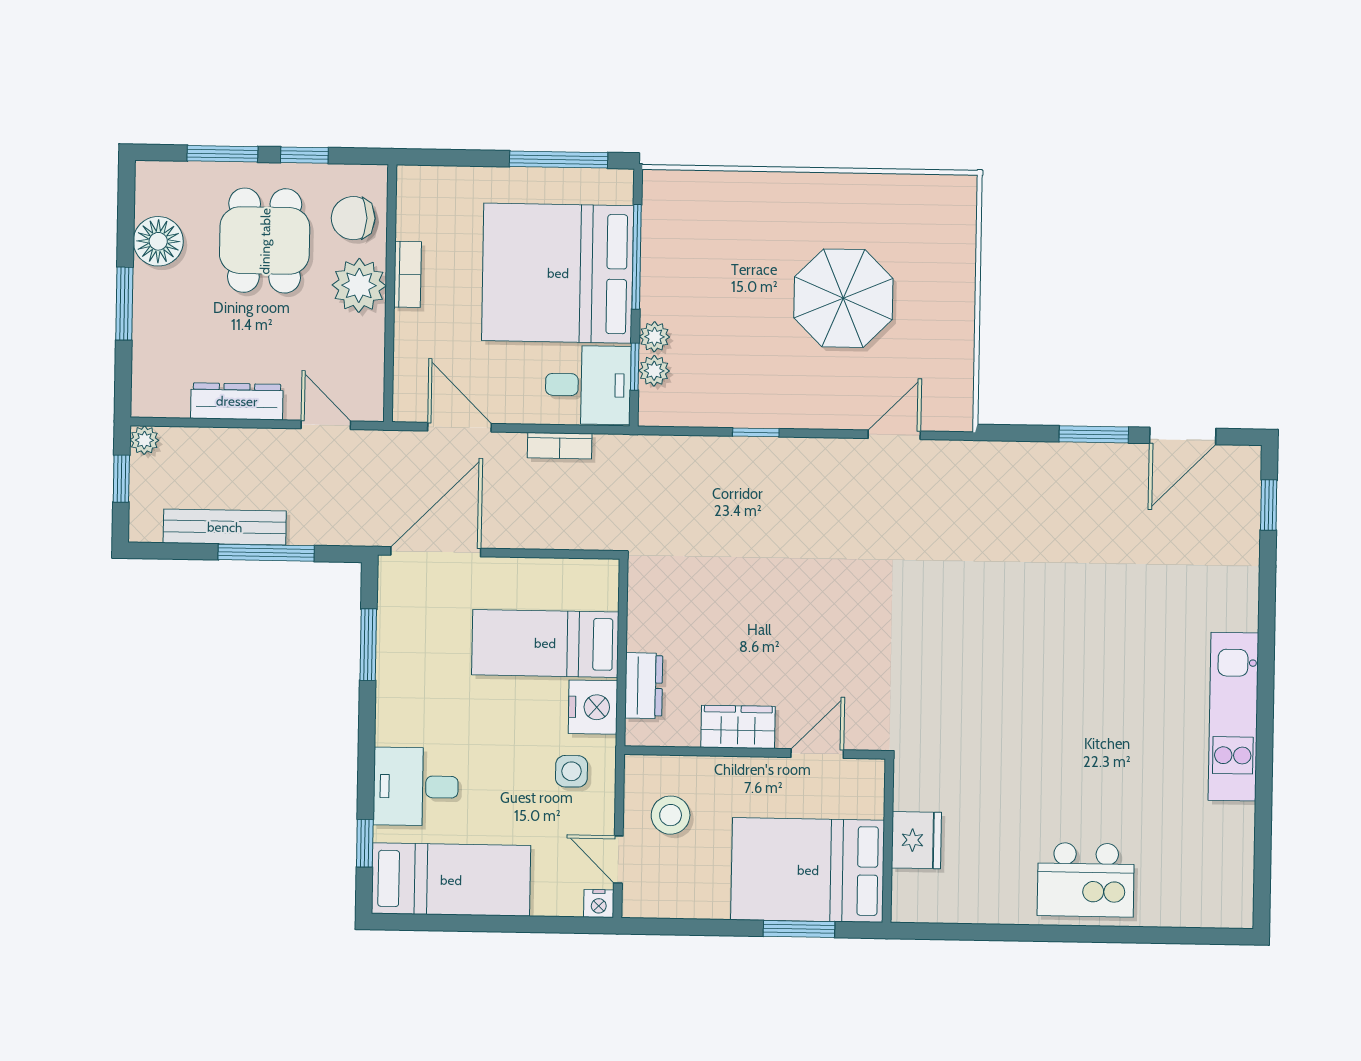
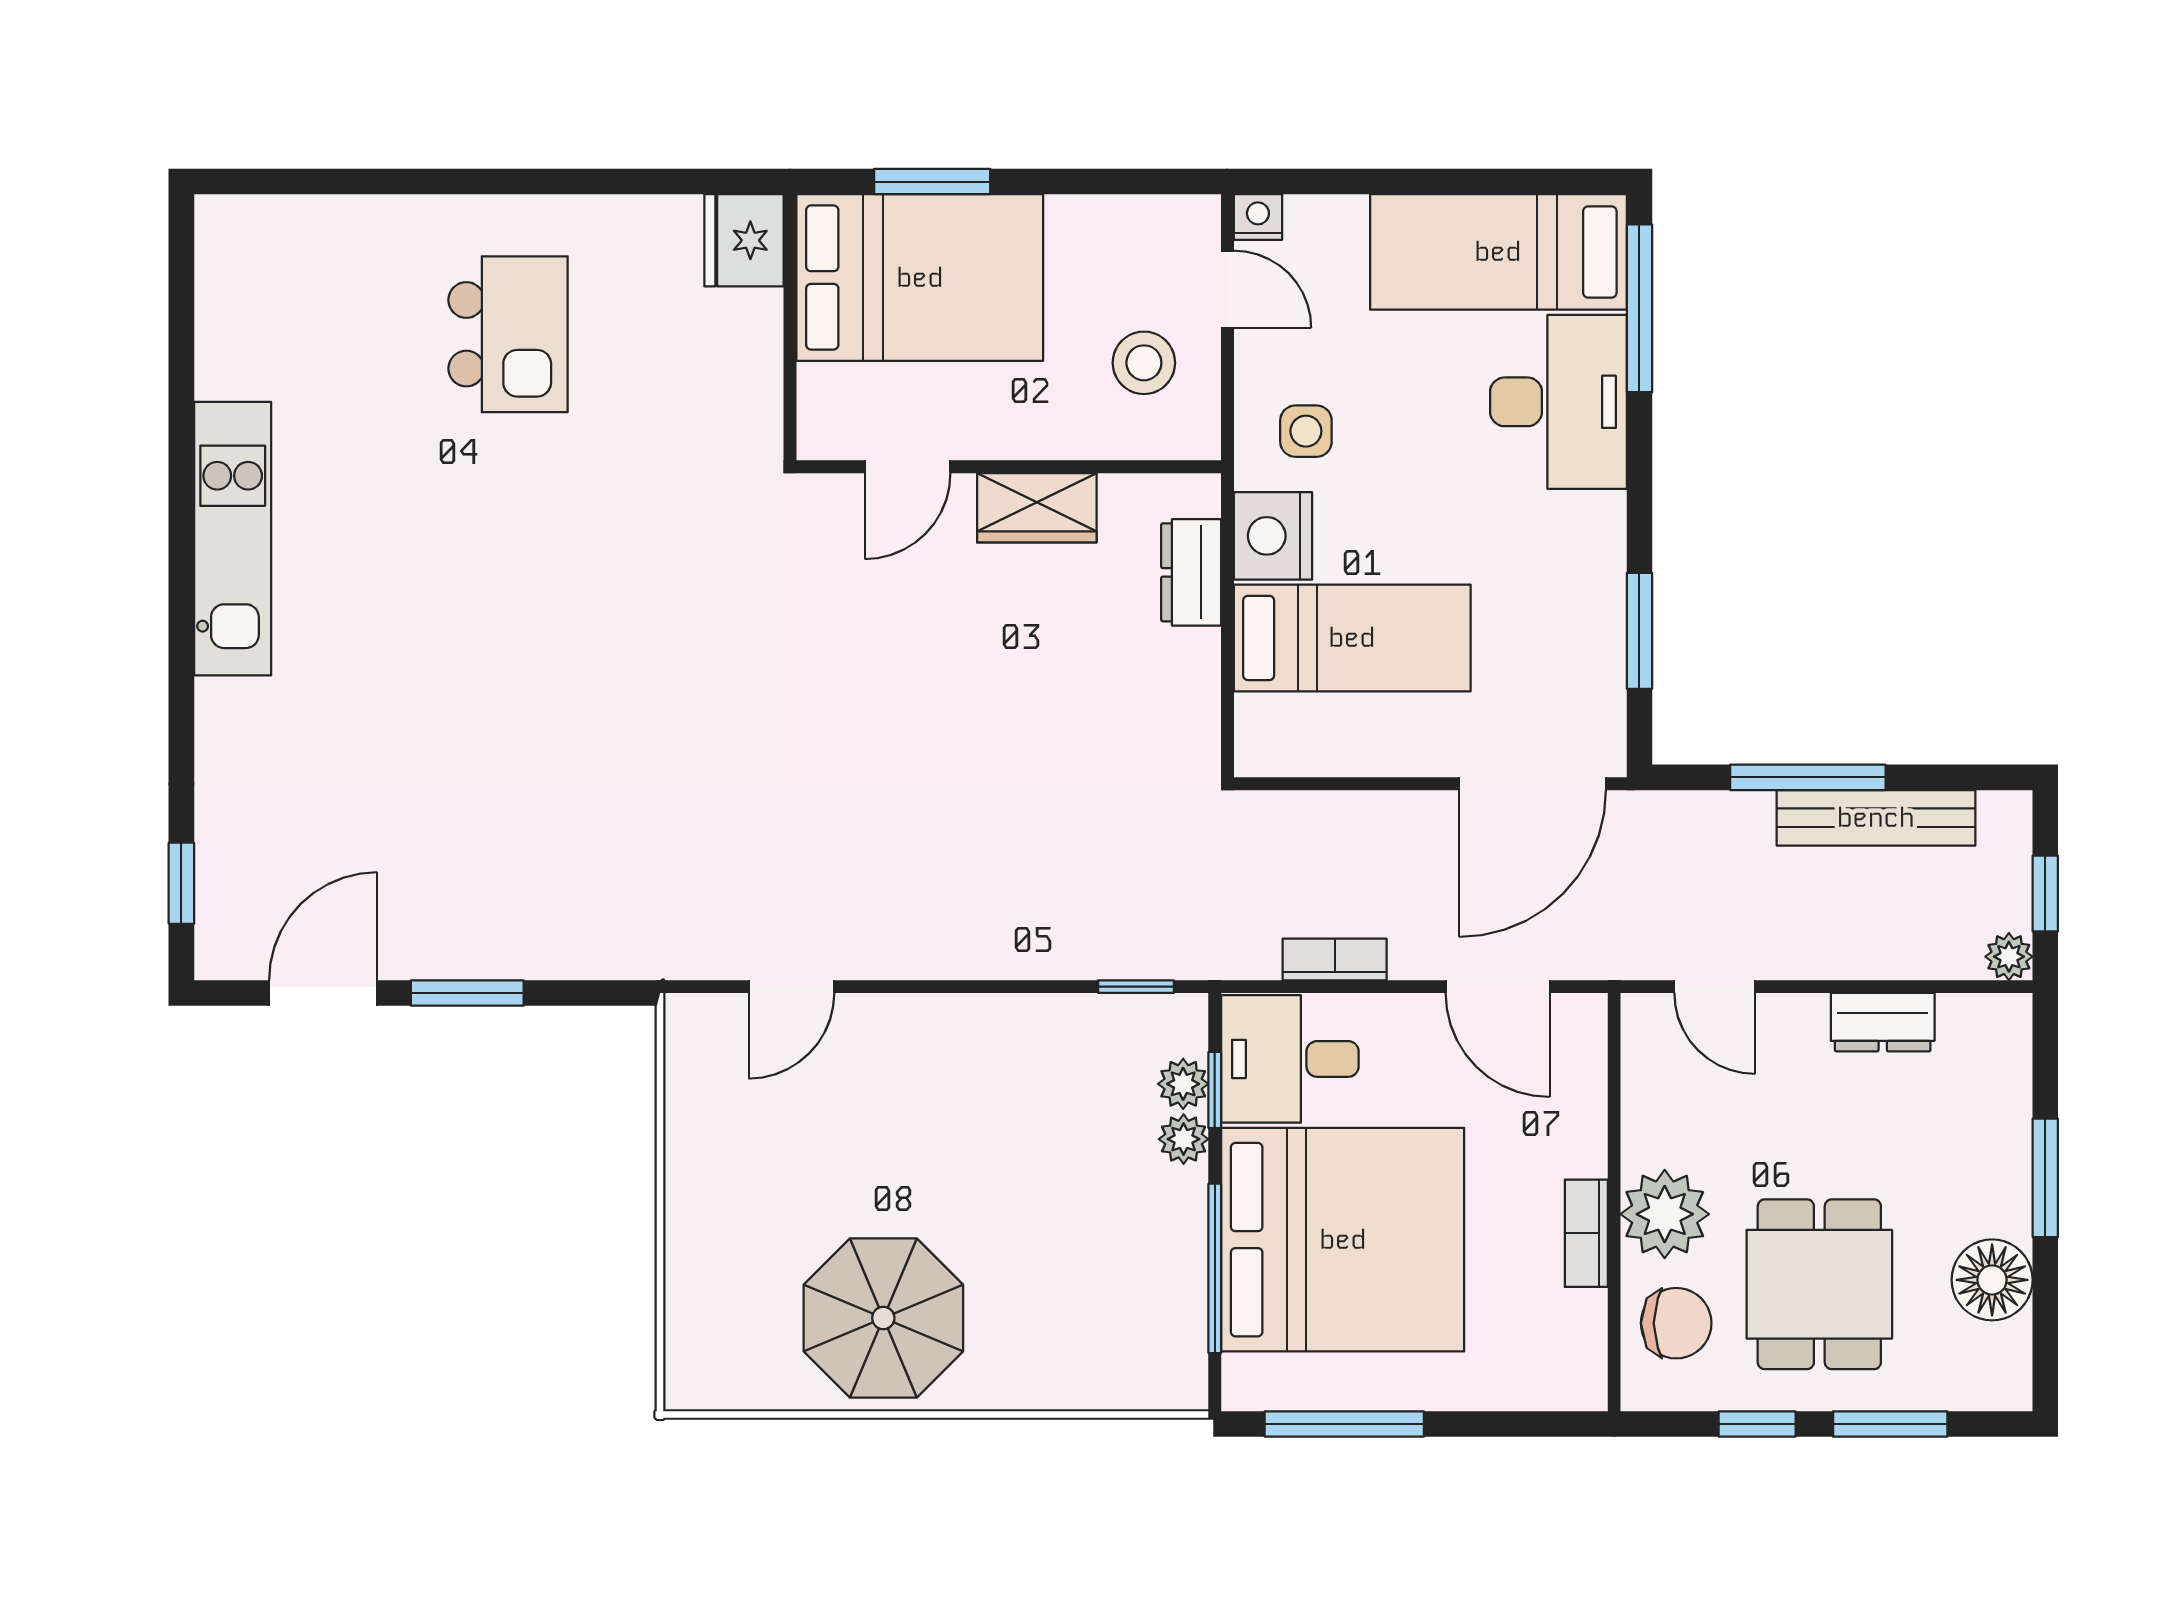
parasol: (843, 298) -> (883, 1318), moved
dresser: (237, 401) -> (1883, 1022), width x0.70
window: (756, 432) -> (1136, 987), moved
desk: (416, 787) -> (1558, 402), width x1.37
fridge: (916, 840) -> (744, 240), moved
window: (365, 843) -> (1639, 308), width x2.17
kitchen island: (1086, 880) -> (508, 334), moved, turned 90

